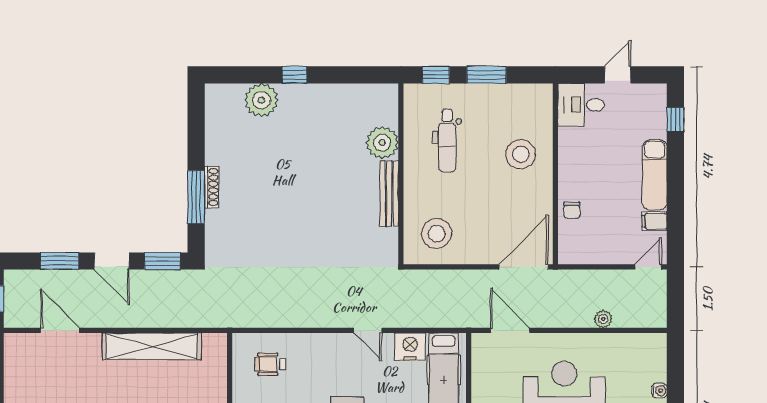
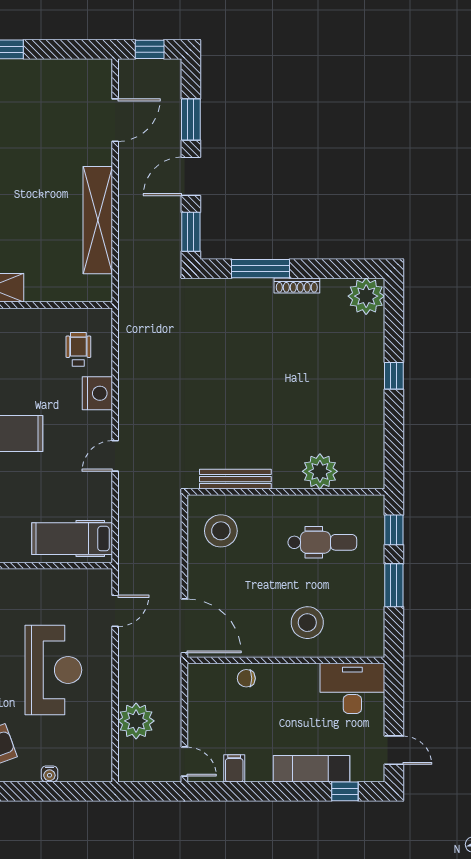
door: (618, 75) -> (394, 750), moved
plant: (261, 100) -> (366, 296), moved
desk: (581, 105) -> (352, 688), width x1.37
dental chair: (447, 140) -> (322, 542), turned 180
exam couch: (655, 175) -> (311, 769), moved
shoe rack: (212, 187) -> (297, 285), moved
bench: (389, 193) -> (235, 479), moved
plant: (603, 319) -> (136, 721), width x1.88, depth x1.88
door: (510, 330) -> (115, 611), width x0.73
nightstand: (410, 347) -> (97, 393), moved

